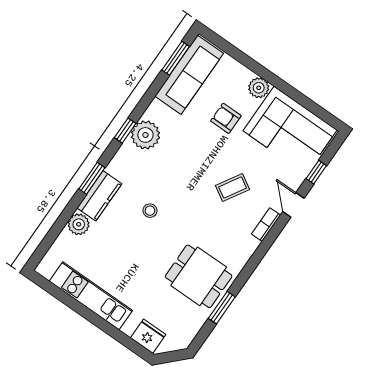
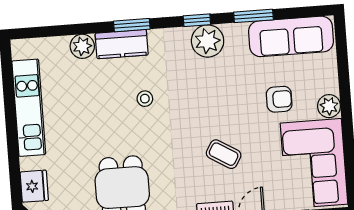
window: (176, 58) -> (253, 16), moved
armchair: (226, 118) -> (279, 99), turned 90

